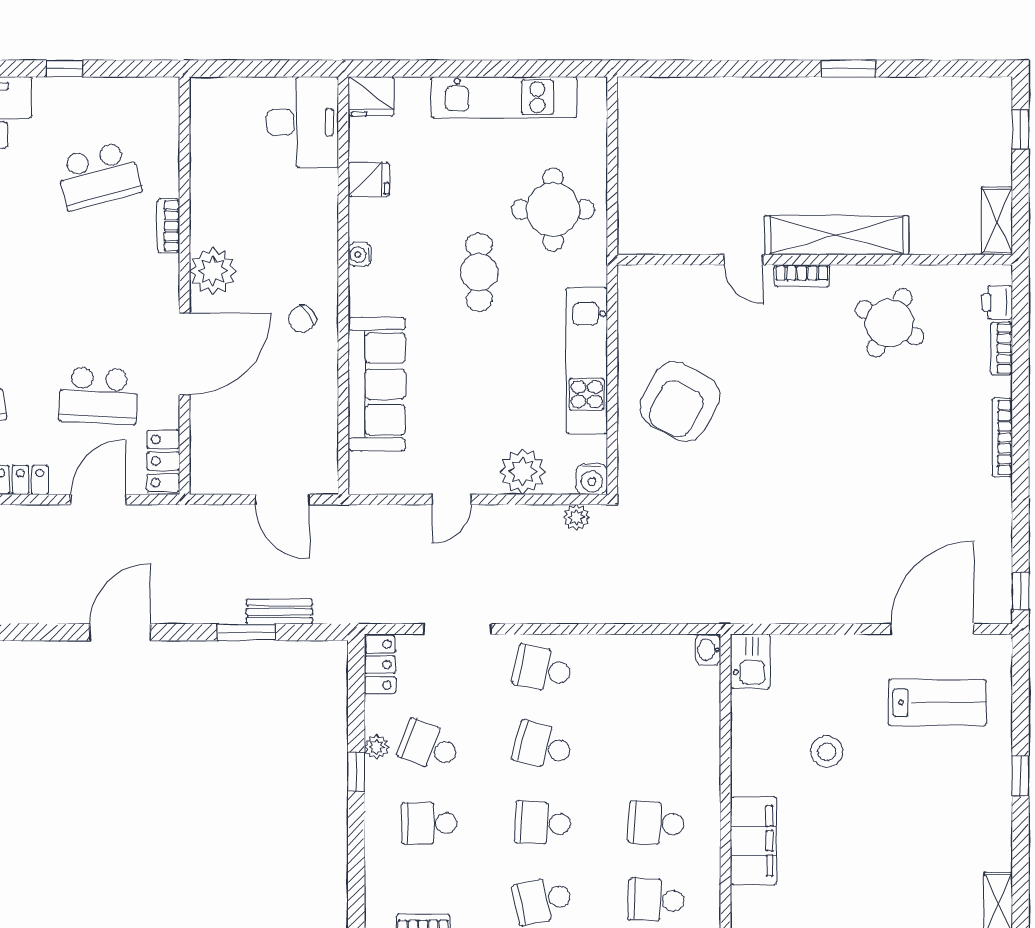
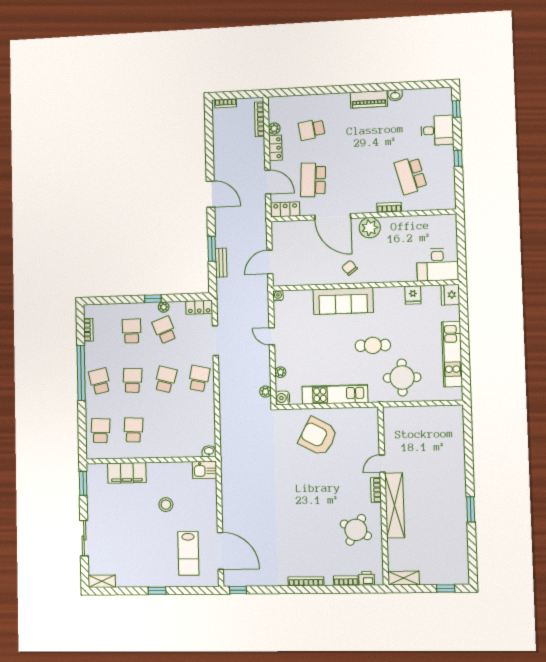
water cooler: (360, 255) -> (278, 296), moved
sofa: (377, 384) -> (343, 301), moved
plant: (523, 472) -> (280, 372), width x0.53, depth x0.53
school desk: (429, 746) -> (165, 330), turned -42

